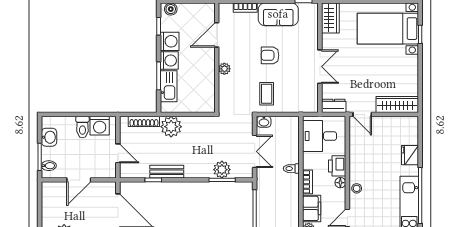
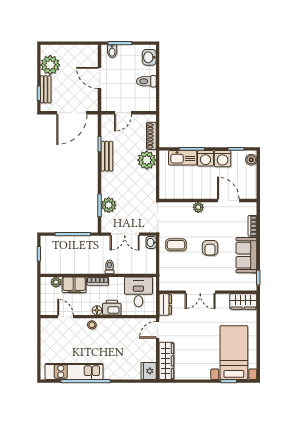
armchair: (270, 55) -> (210, 248), turned 180
washing machine: (100, 126) -> (148, 97), removed
washbasin: (49, 137) -> (149, 57), moved, turned 90
fridge: (410, 155) -> (149, 371), moved, turned -90

